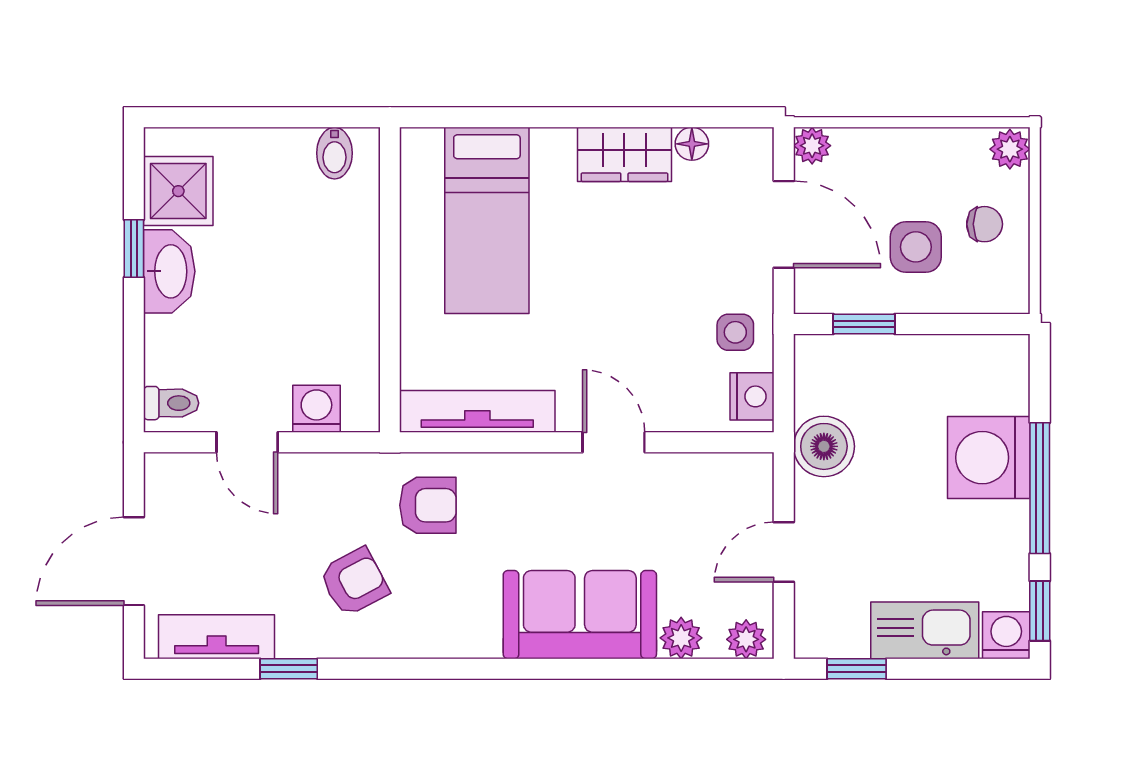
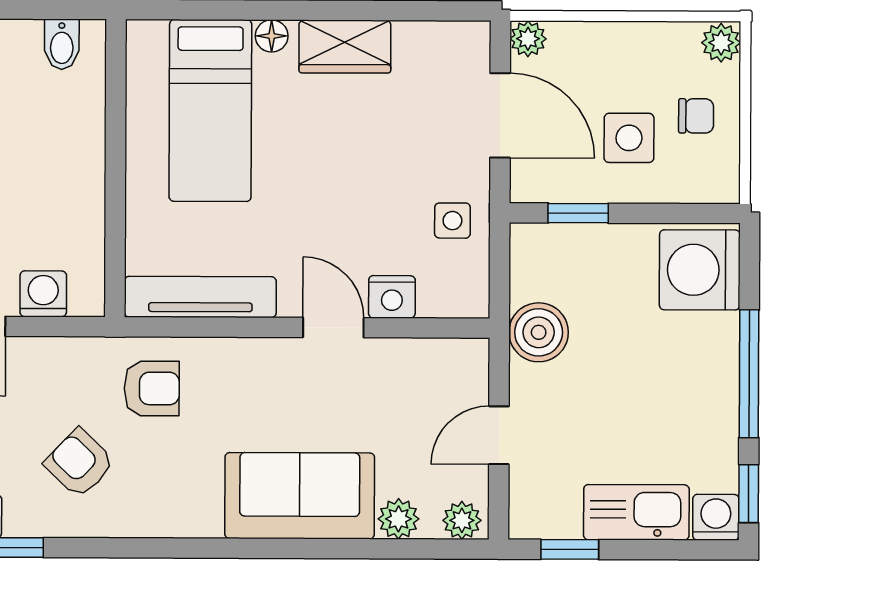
floor lamp: (692, 144) -> (272, 36), moved
nightstand: (752, 396) -> (392, 297), moved, turned 90
washing machine: (989, 458) -> (700, 270), moved
armchair: (354, 582) -> (79, 463), turned -108

